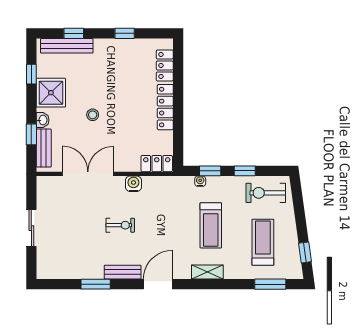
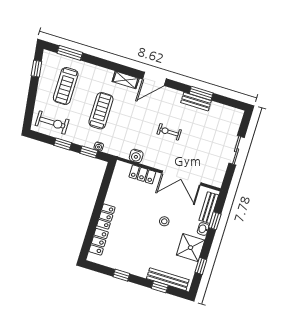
locker: (165, 107) -> (106, 216), width x0.66
locker: (157, 164) -> (142, 174), moved
water cooler: (133, 184) -> (136, 156), moved
bench: (123, 272) -> (196, 102), moved
shelving: (207, 272) -> (126, 80), moved

